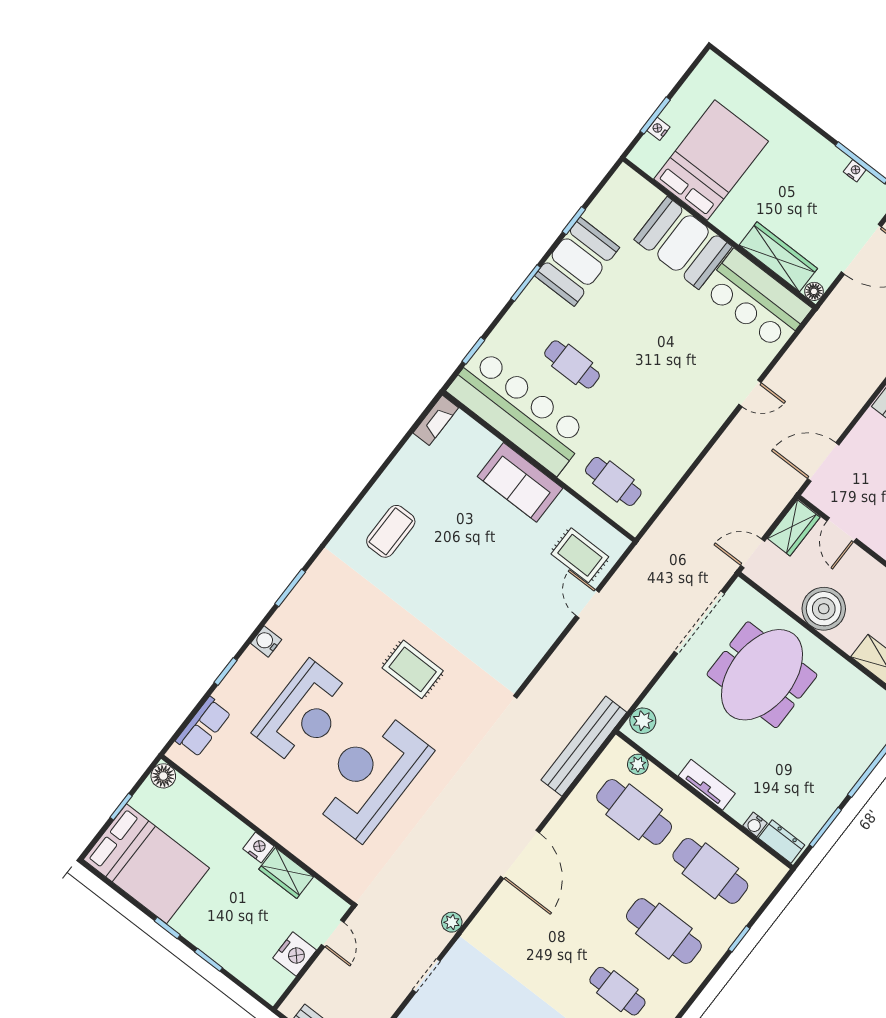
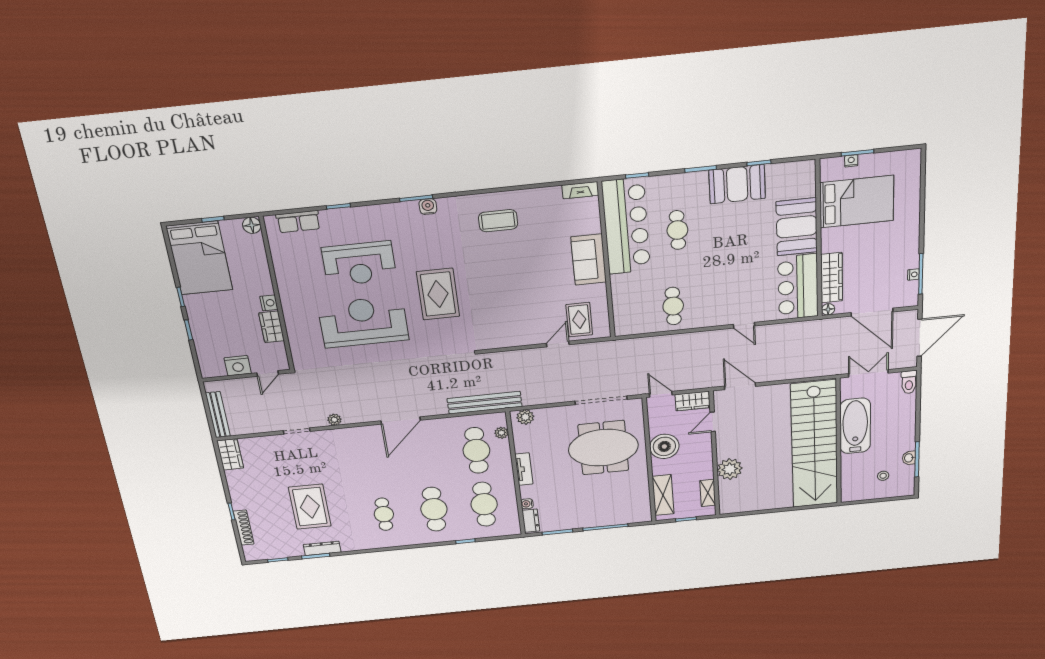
cafe table: (613, 481) -> (673, 306), moved
water cooler: (266, 641) -> (428, 207), moved
rug: (413, 669) -> (438, 294), width x1.36, depth x1.43

